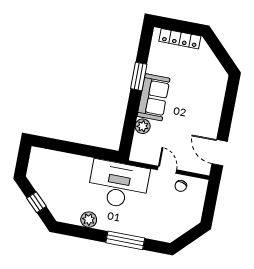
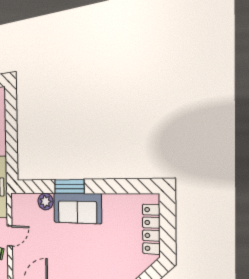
window: (139, 76) -> (69, 186), moved

